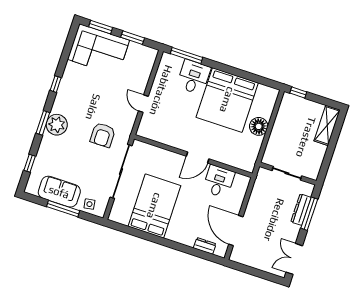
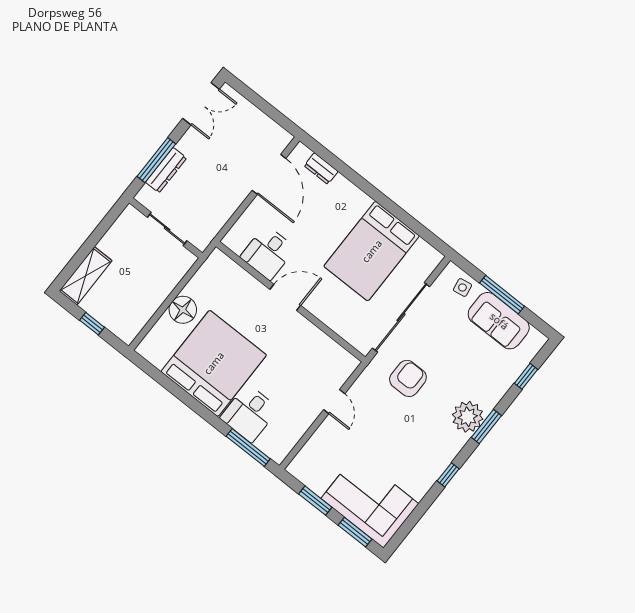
window: (298, 92) -> (92, 324), moved

